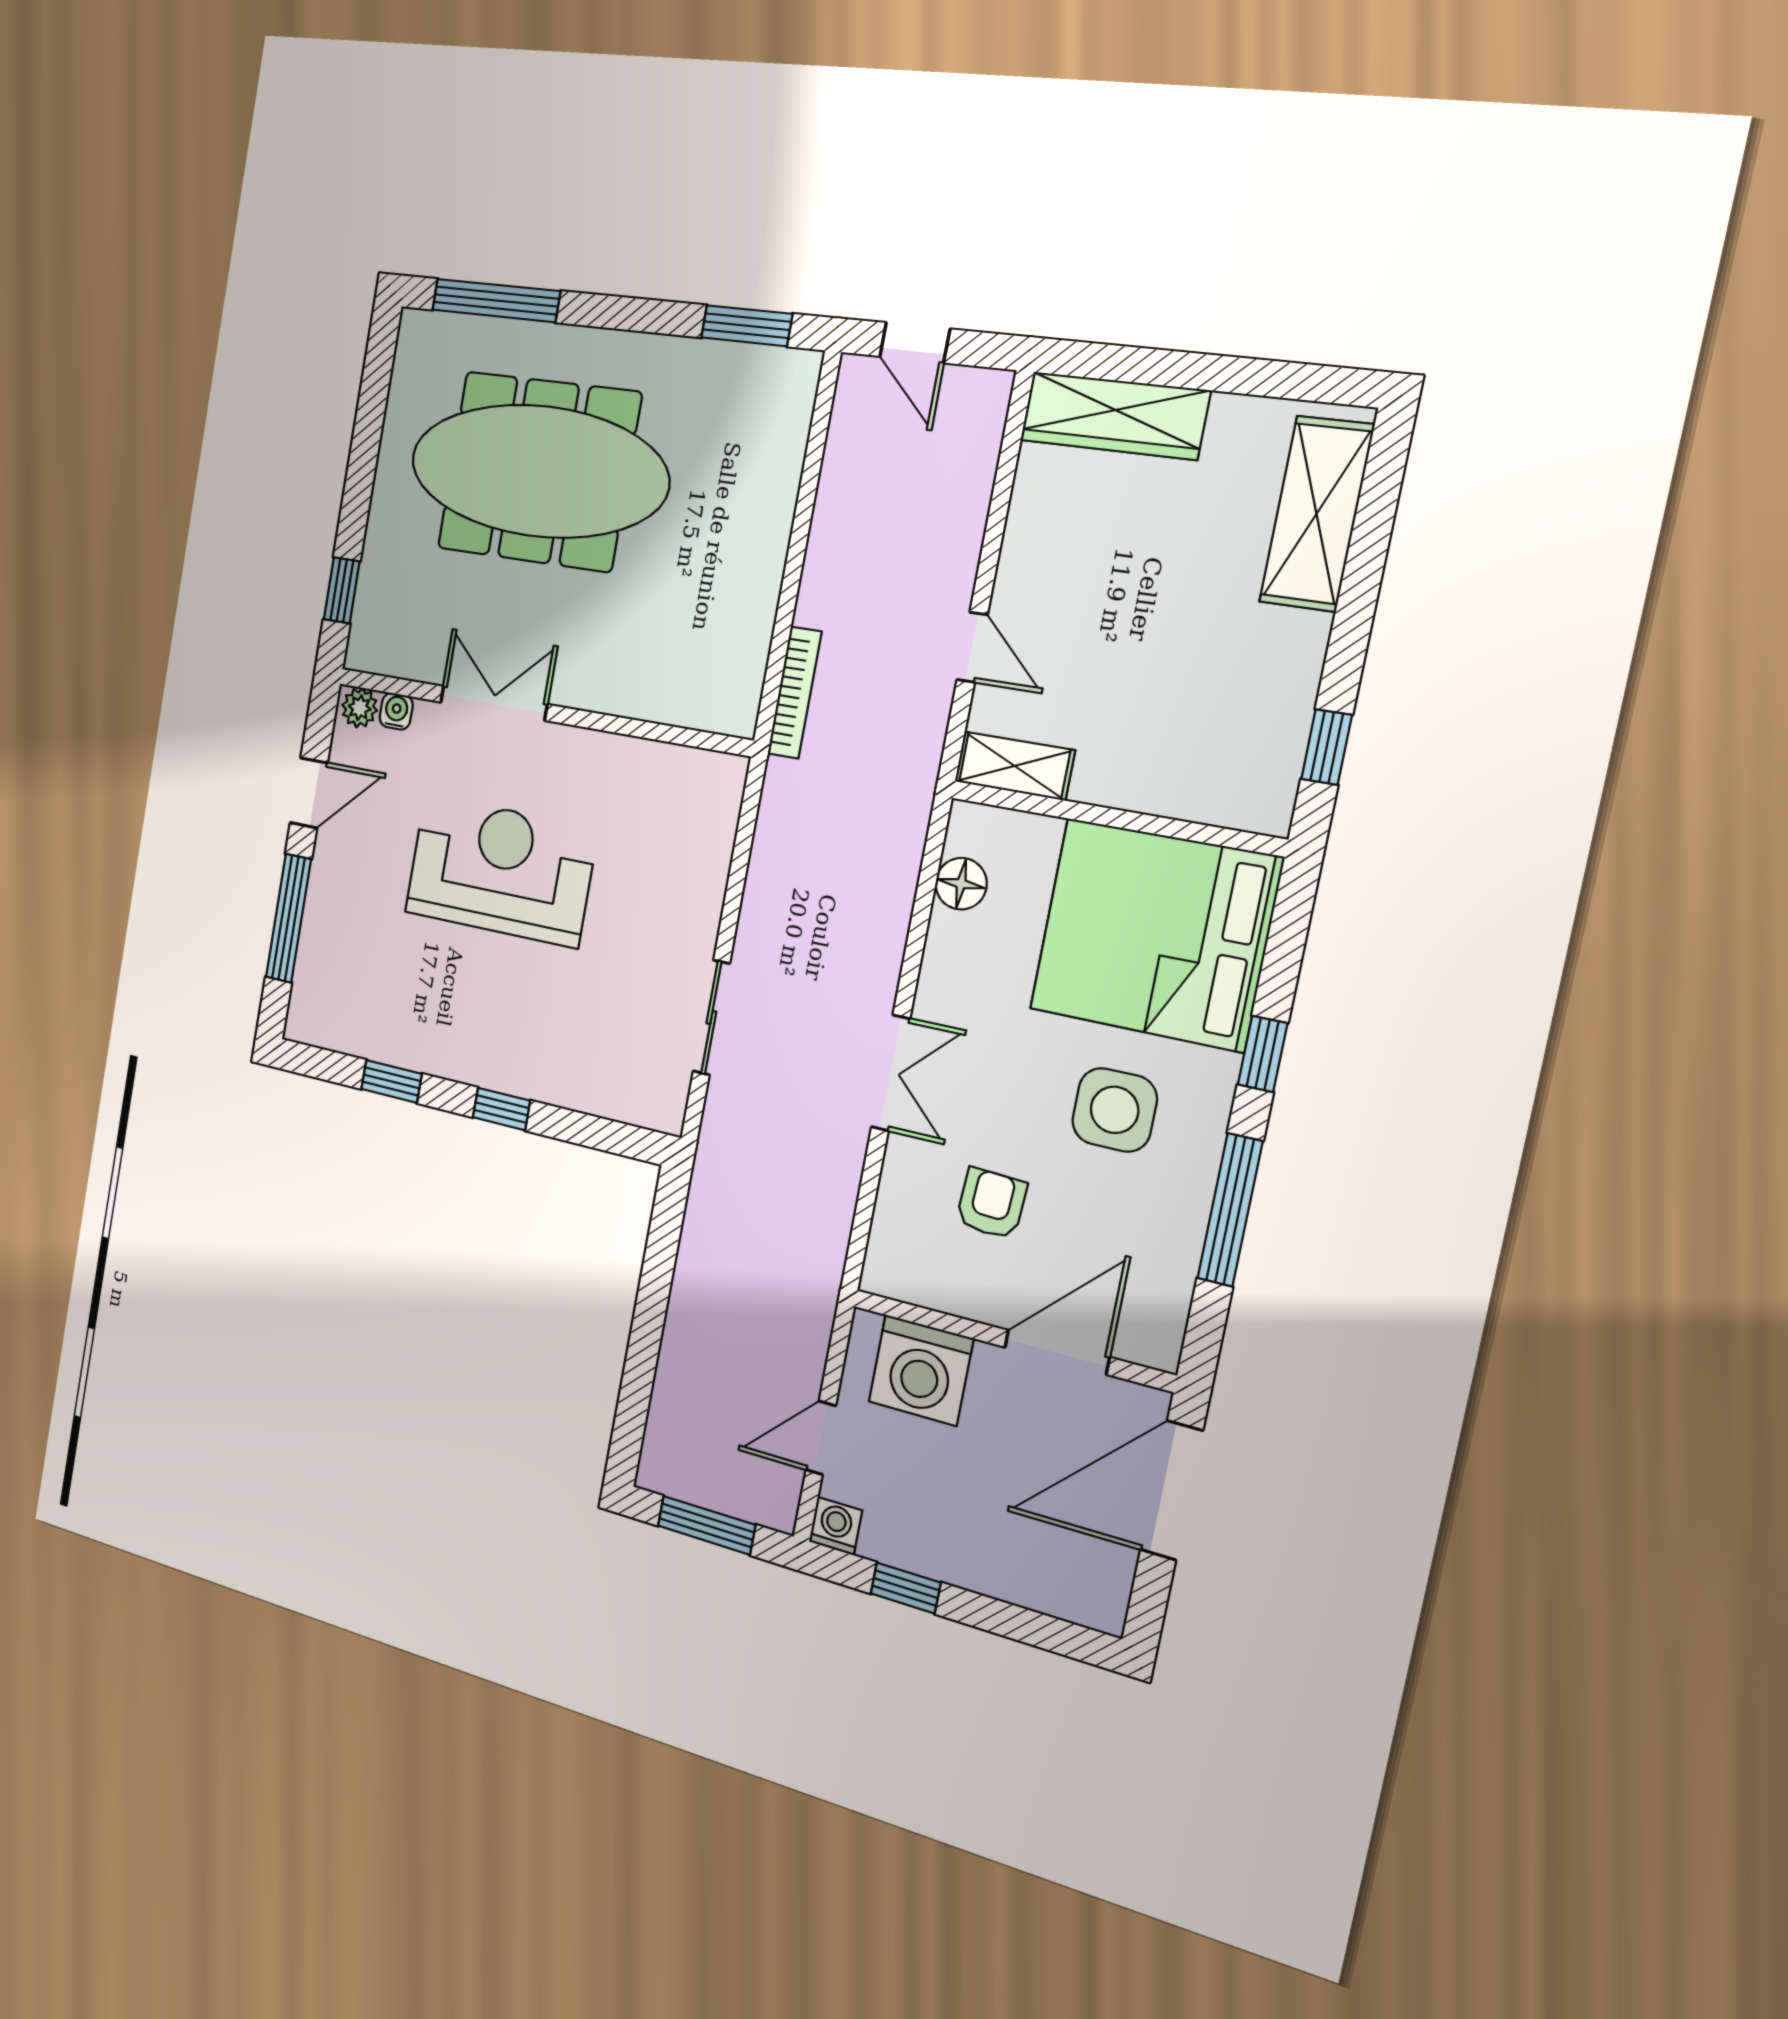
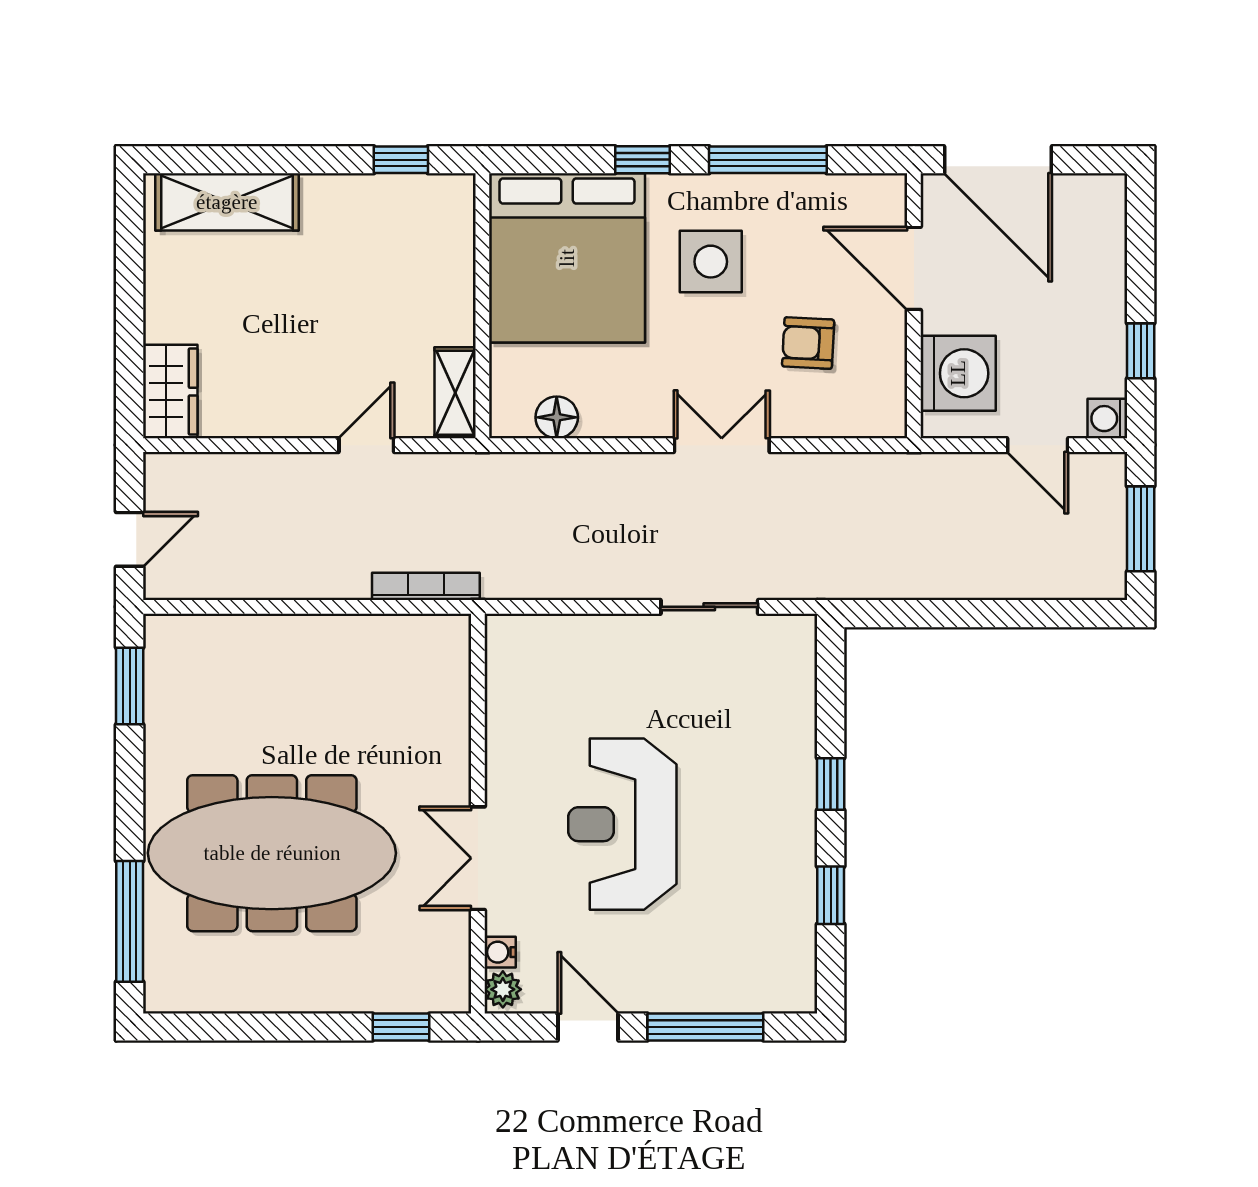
wardrobe: (1114, 416) -> (170, 392), width x0.67
meeting table: (538, 471) -> (272, 853), turned 90

